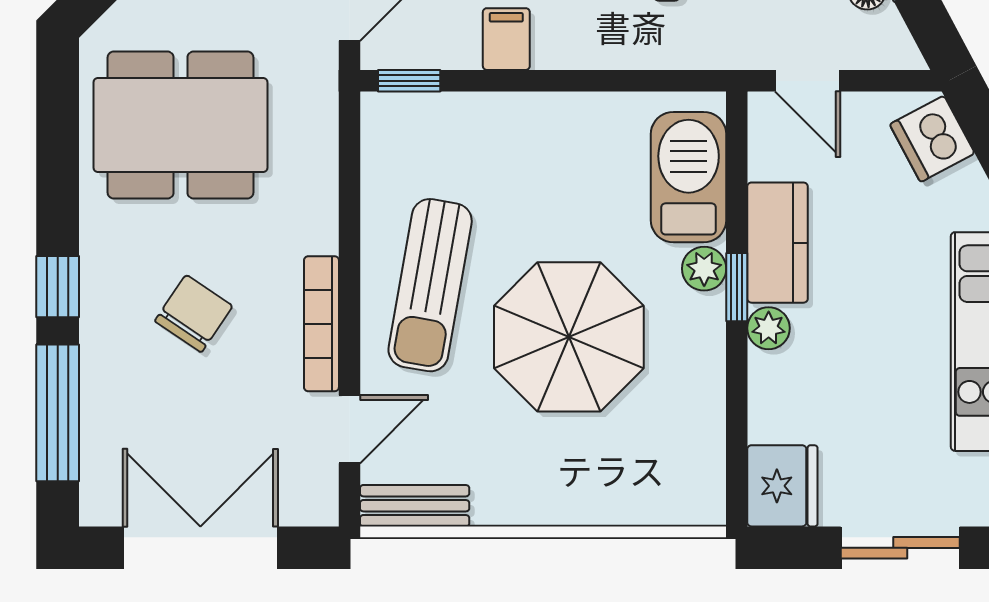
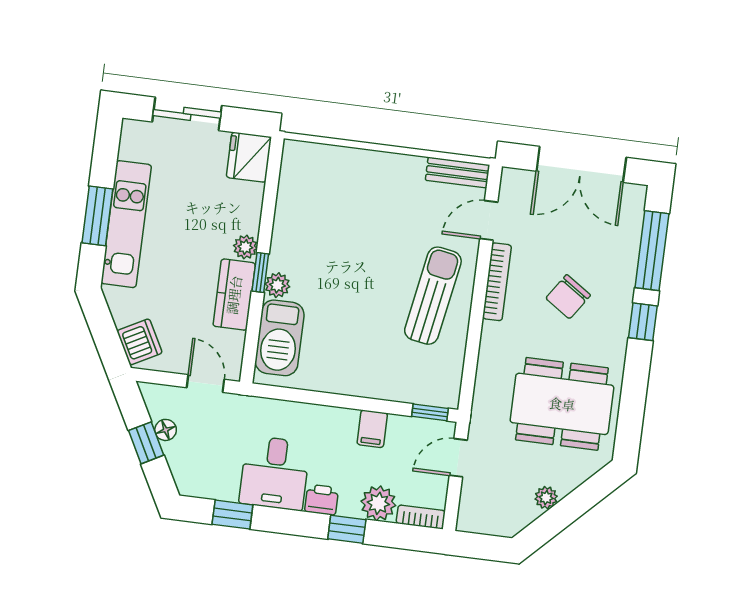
parasol: (569, 337) -> (358, 256), removed

